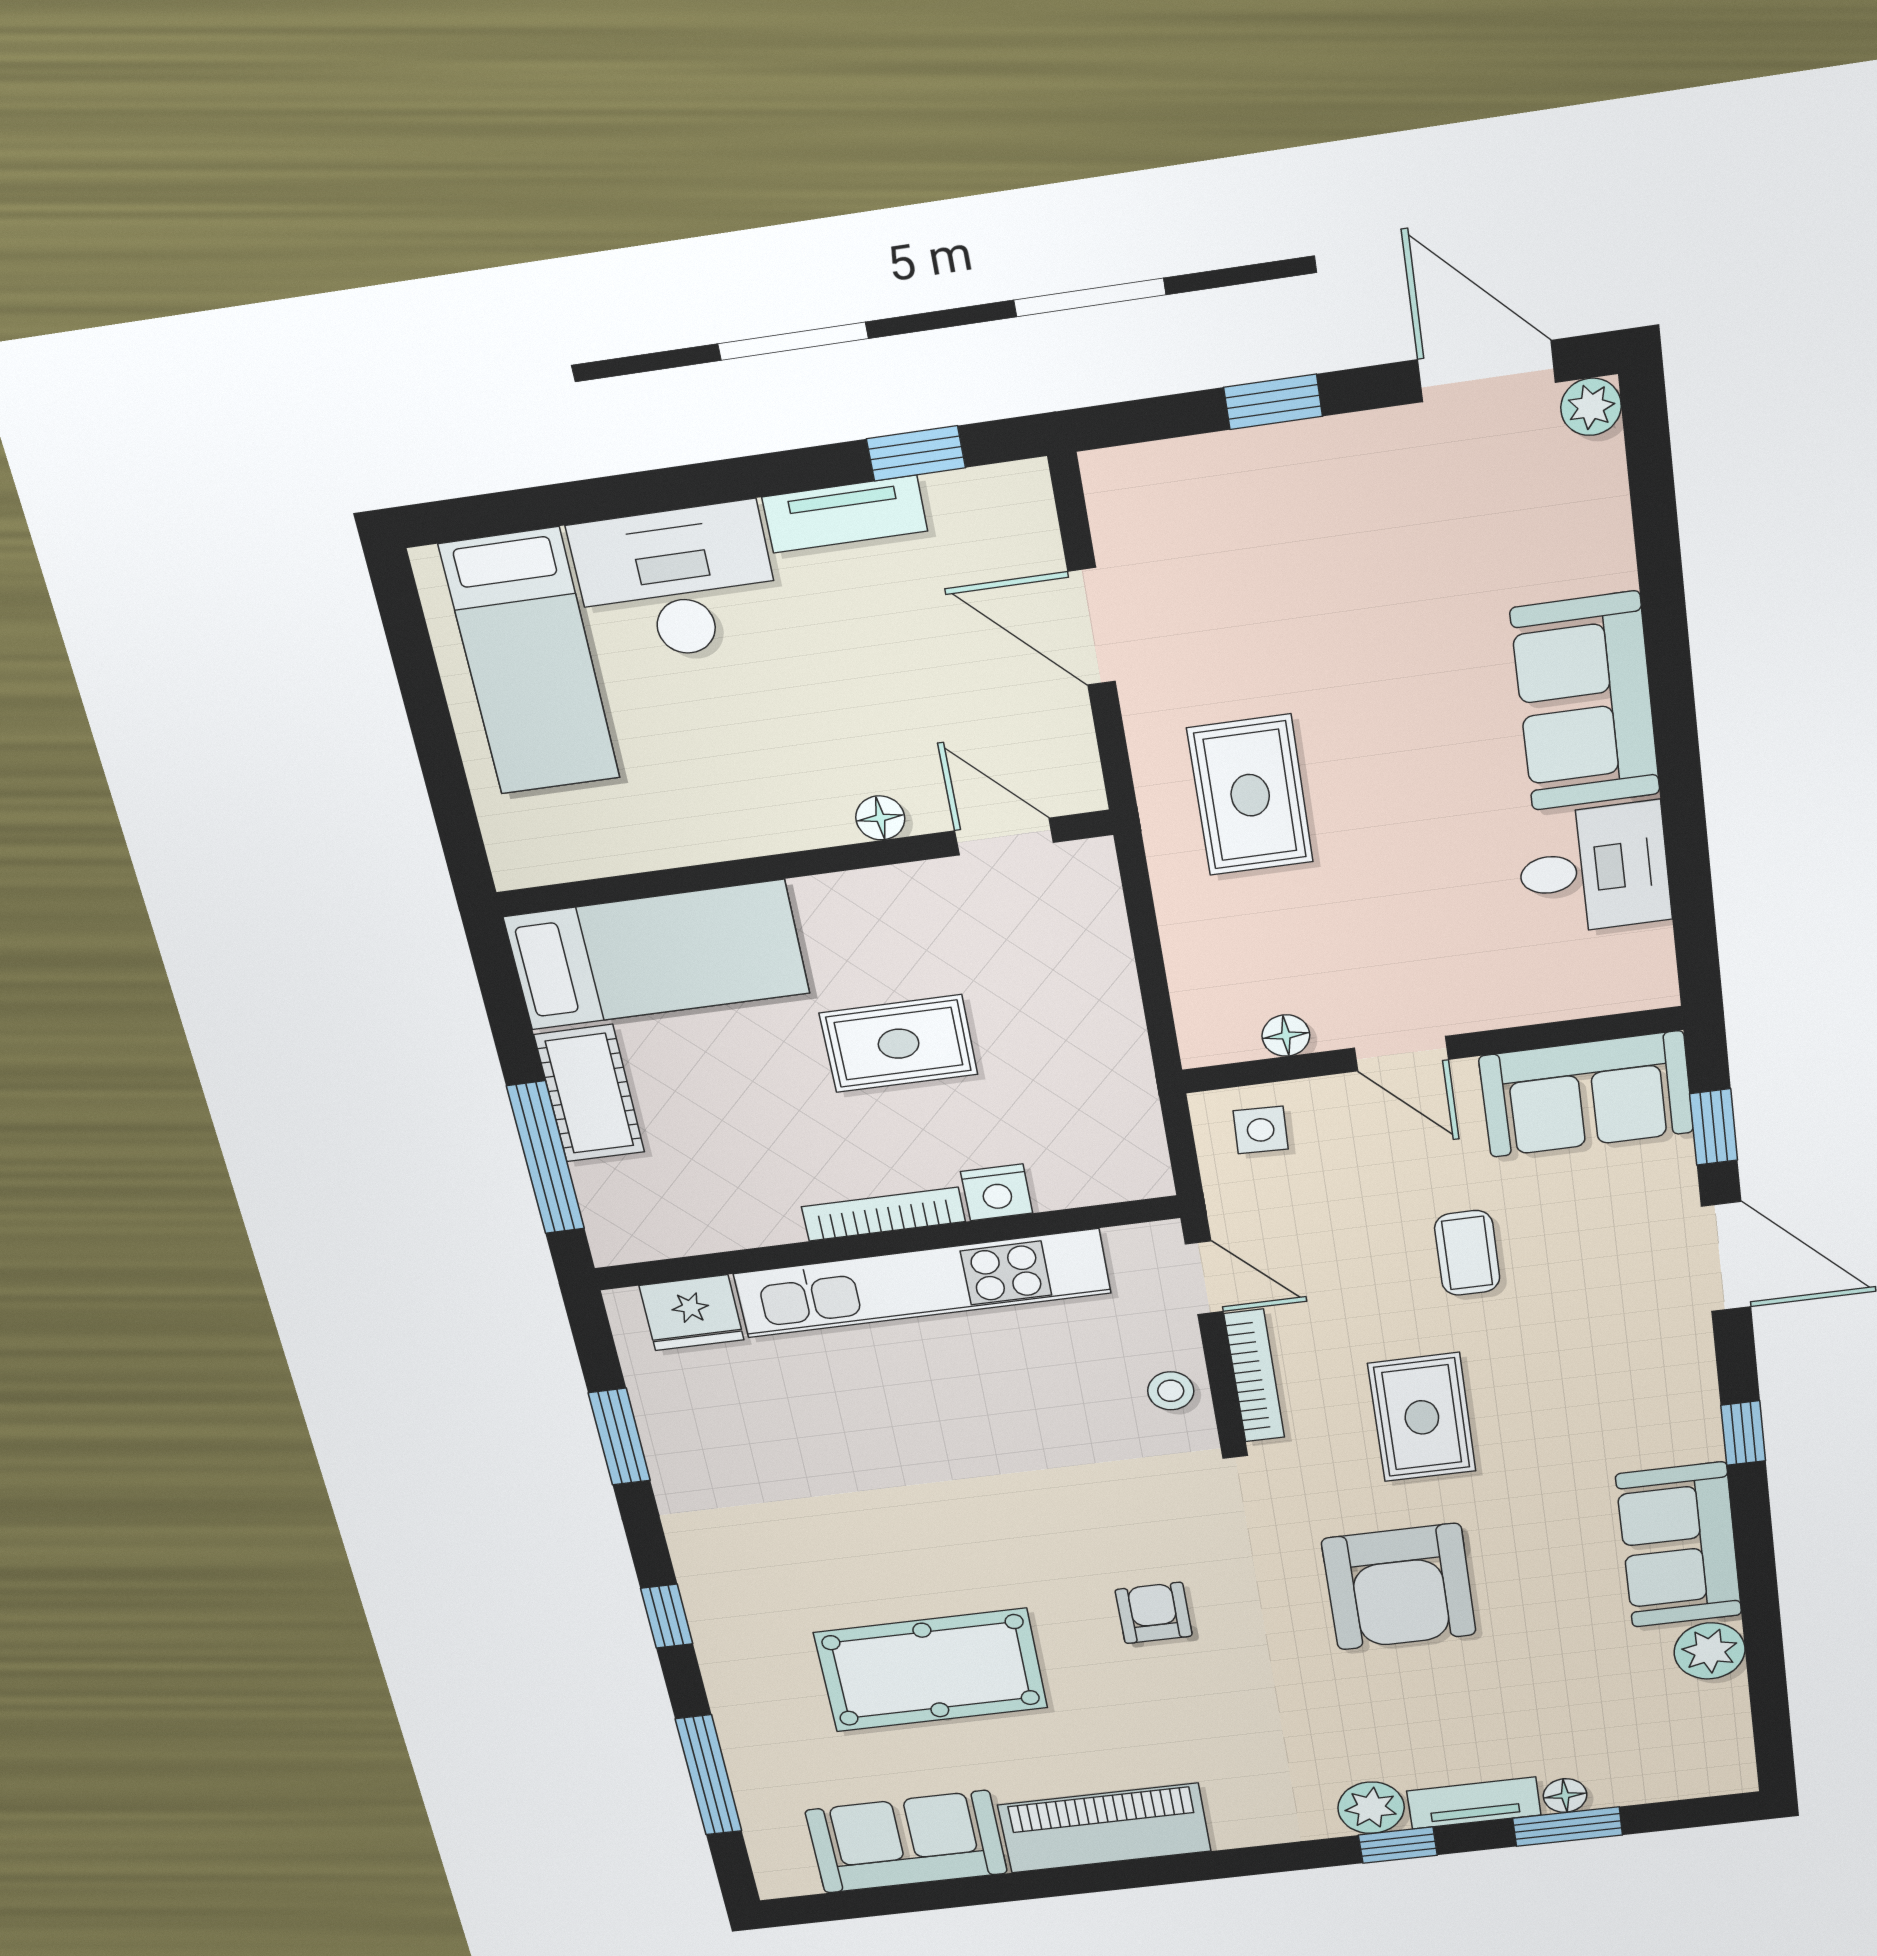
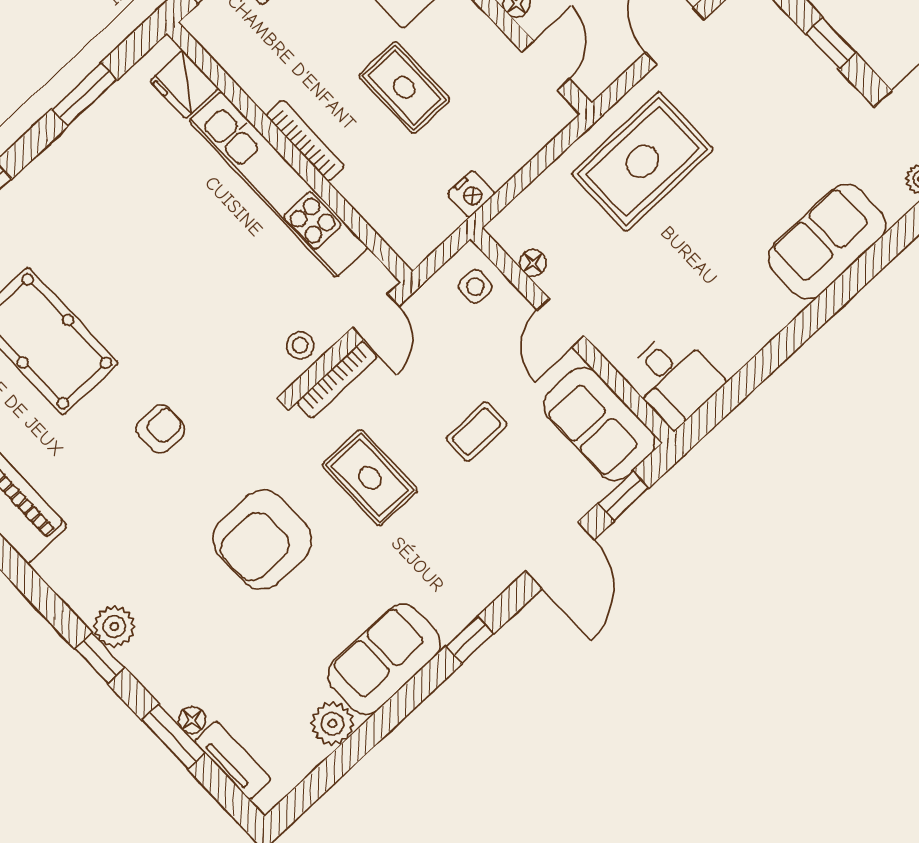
sofa: (1585, 702) -> (827, 242), moved
rug: (1250, 795) -> (642, 161), width x1.36, depth x1.43
desk: (1594, 869) -> (674, 378), moved
nightstand: (997, 1192) -> (471, 194), moved, turned -90
rug: (1422, 1417) -> (370, 478), turned 90
tv unit: (1474, 1803) -> (233, 760), moved

